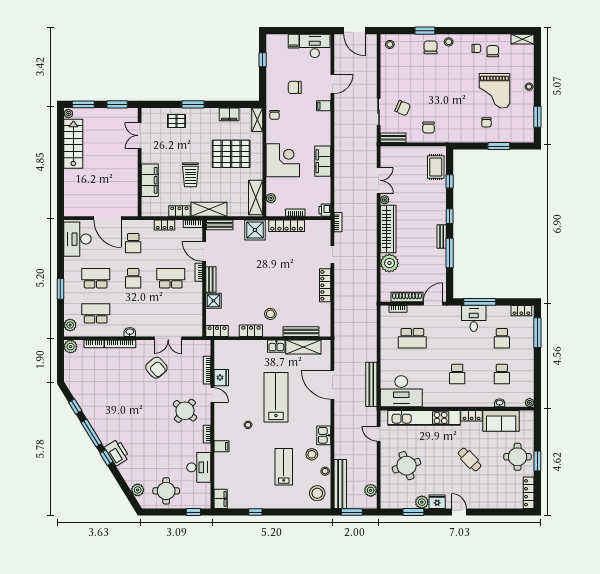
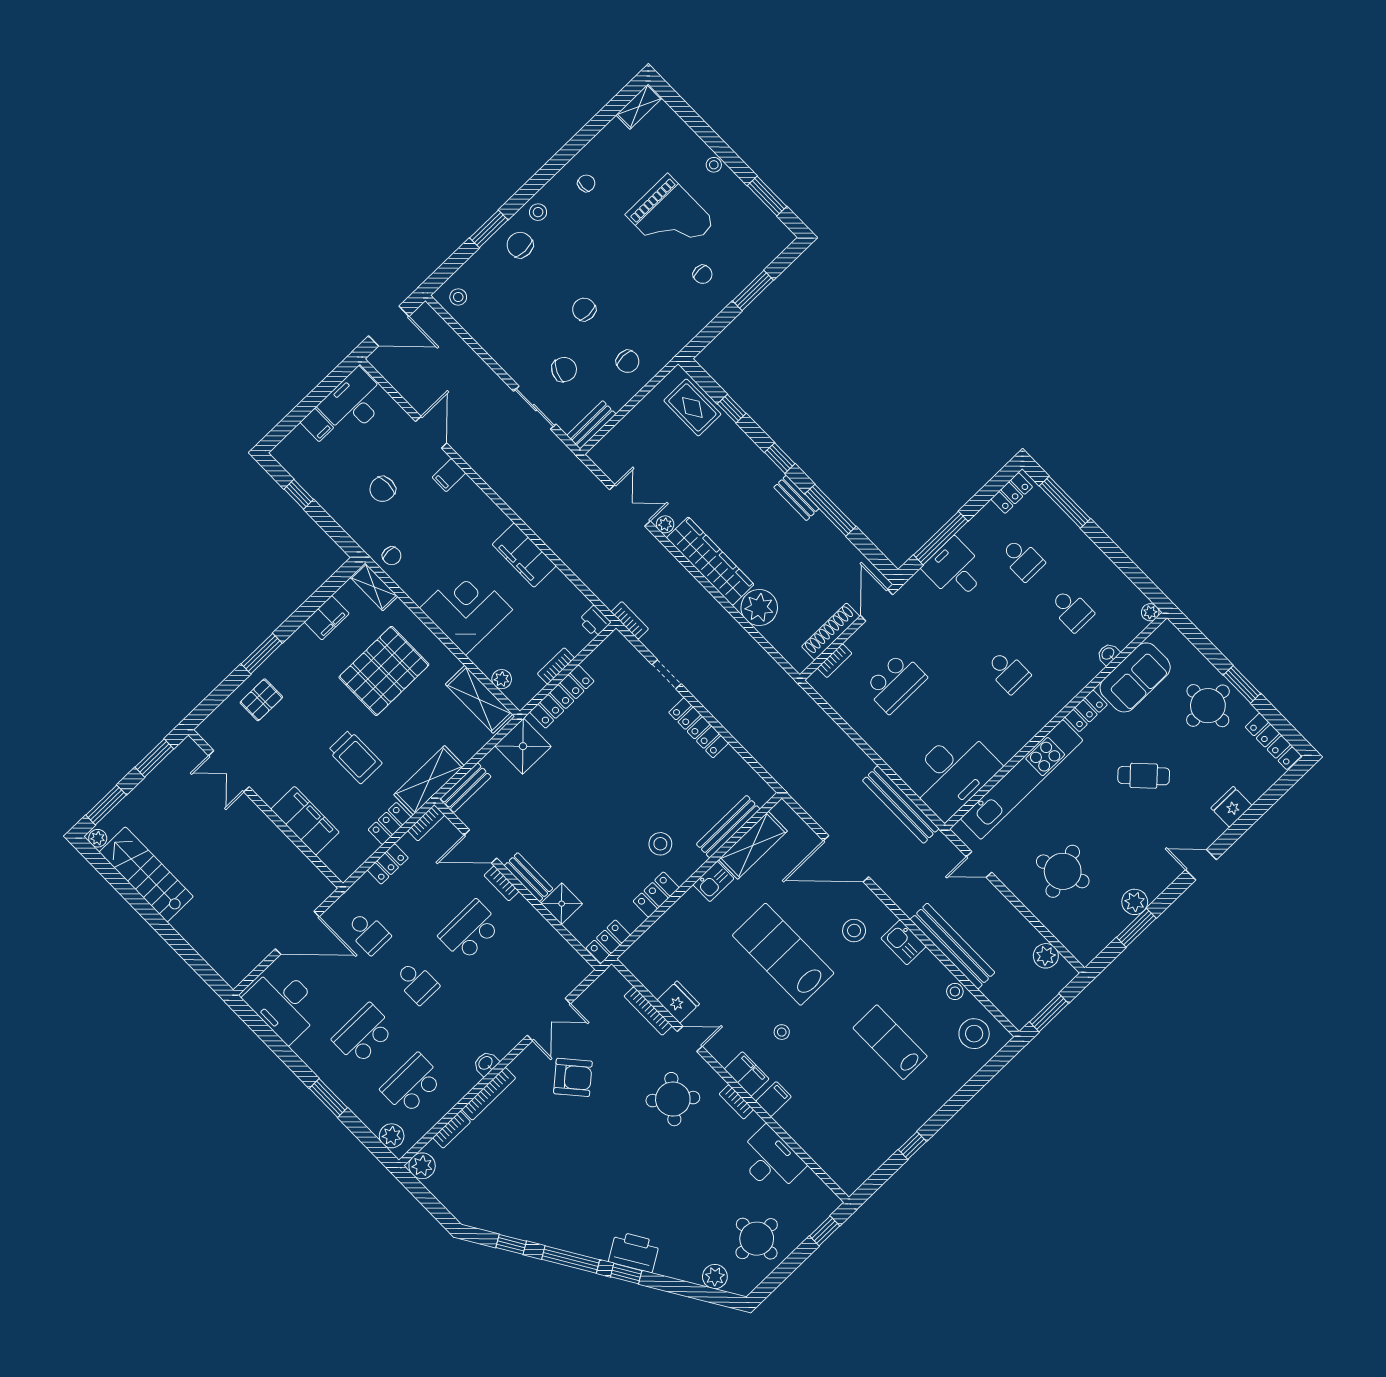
chair: (493, 51) -> (584, 309), moved
stool: (312, 454) -> (854, 931), moved
bench: (340, 484) -> (952, 946), moved
filing cabinet: (221, 499) -> (747, 1074), moved
fridge: (437, 502) -> (1231, 807), moved

